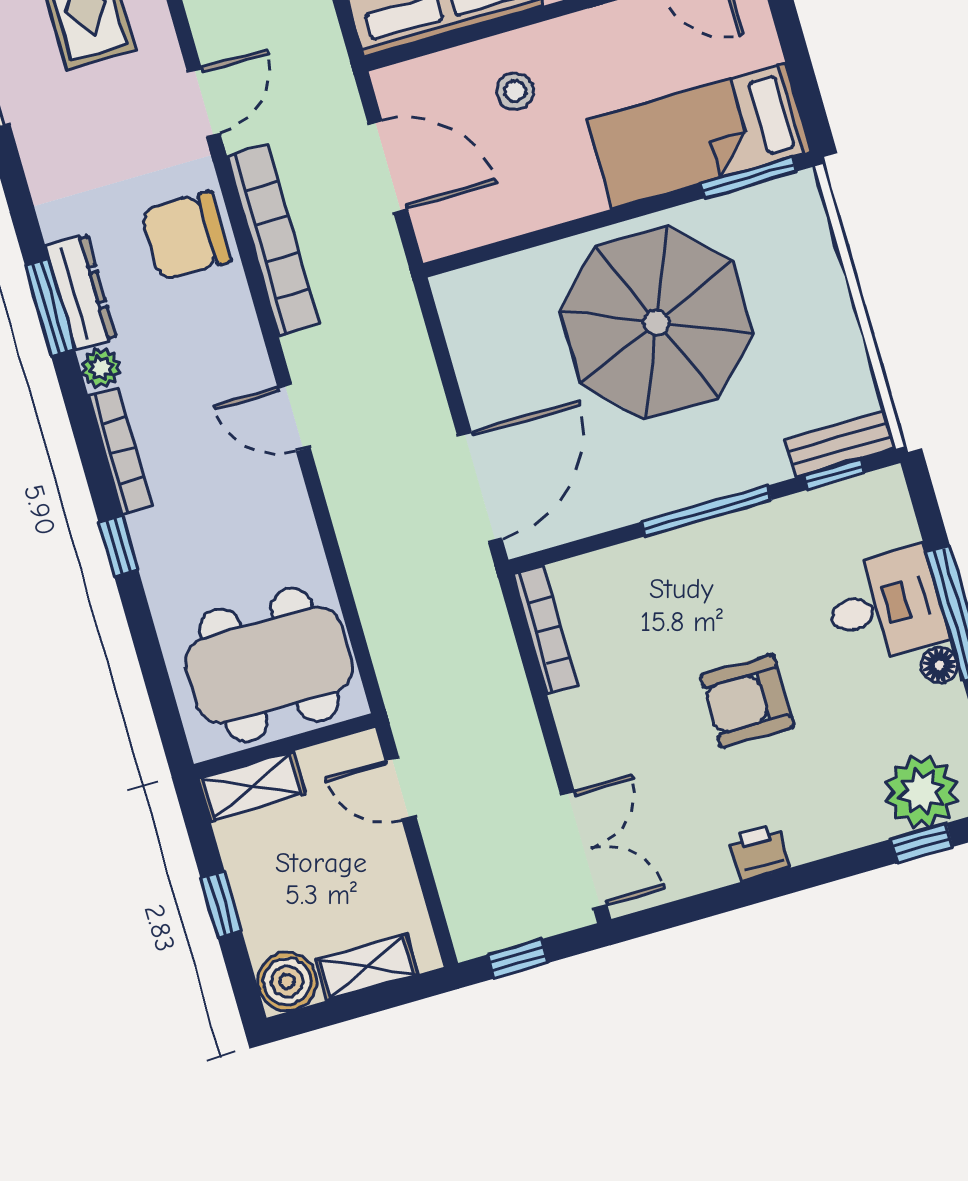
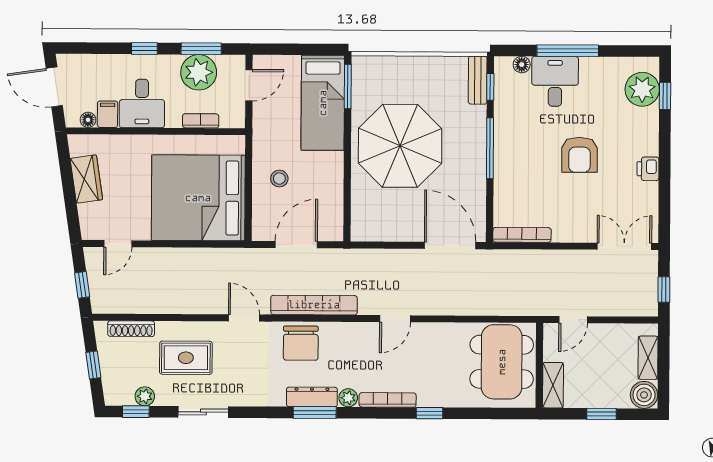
floor lamp: (939, 665) -> (522, 65), moved

